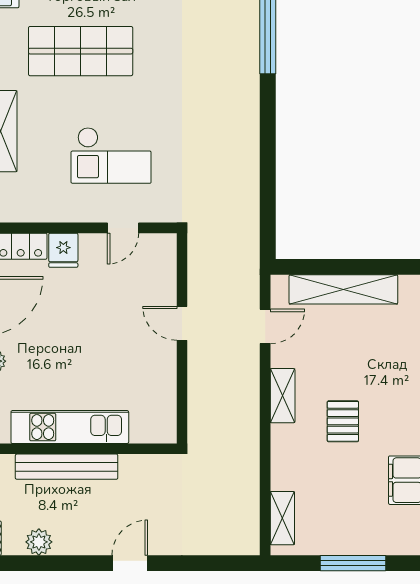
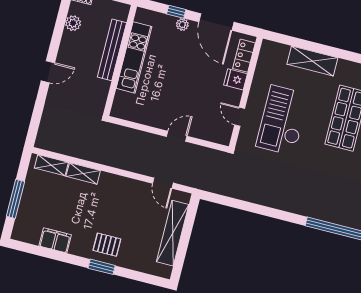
checkout: (111, 155) -> (283, 120), width x1.36, depth x1.21
shelving: (283, 396) -> (83, 173), moved
pallet: (343, 421) -> (107, 245), moved
door: (130, 563) -> (48, 72), hinge flipped

